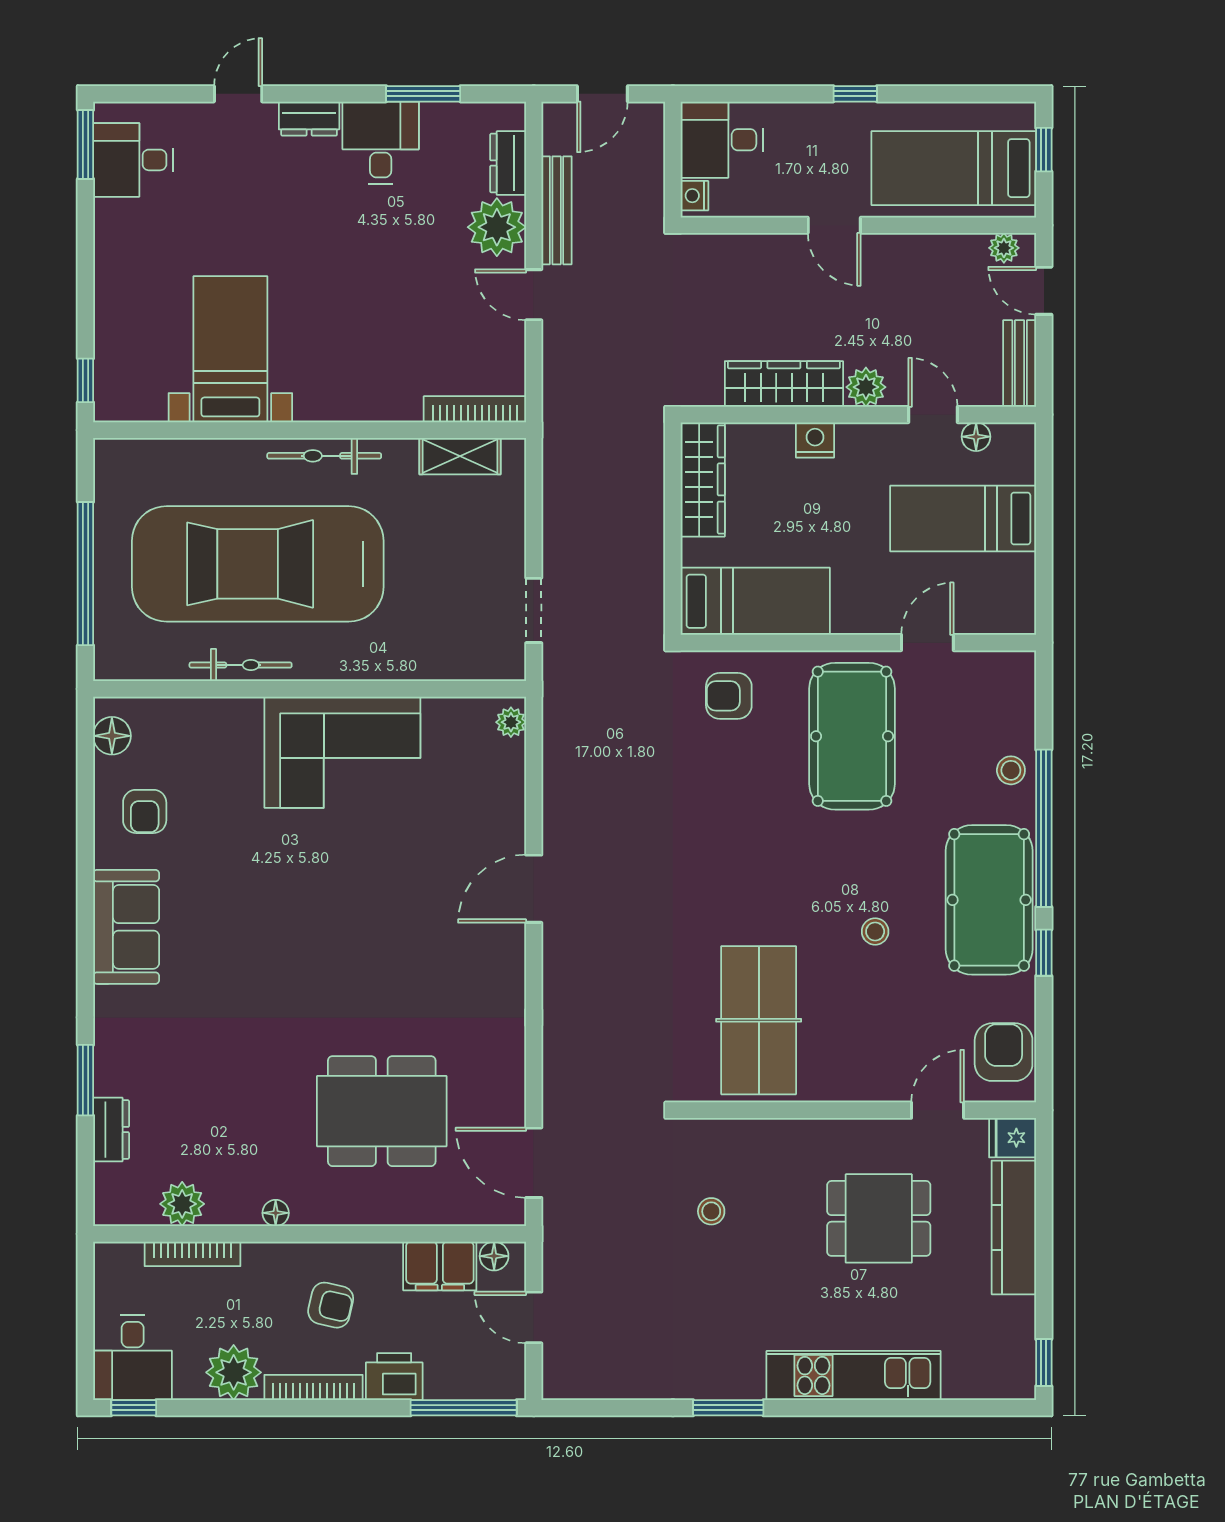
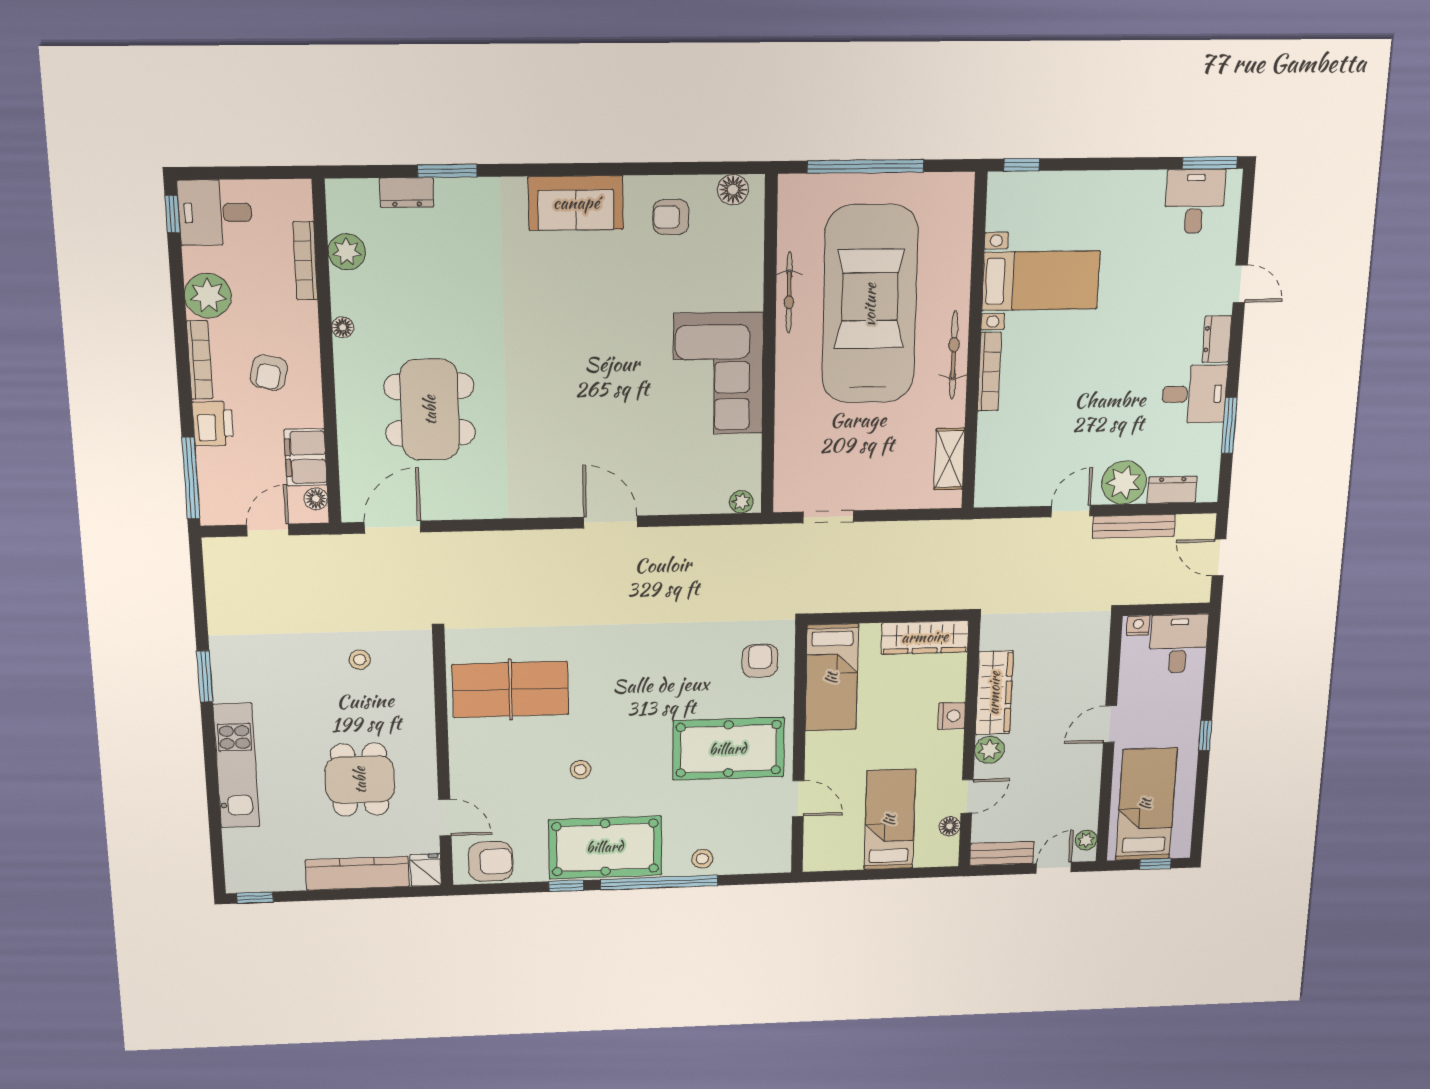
bookcase: (475, 409) -> (989, 372), moved

